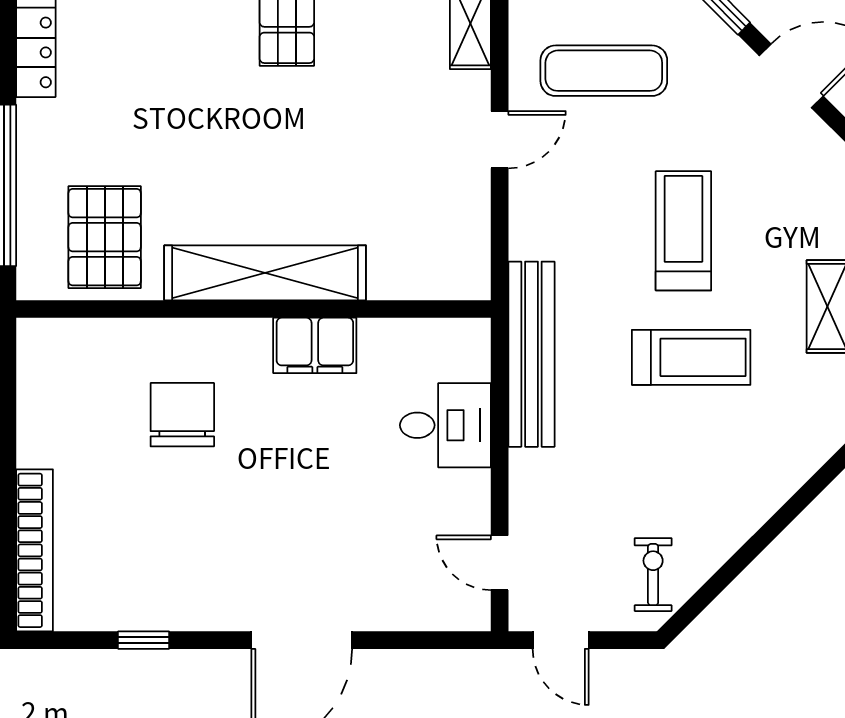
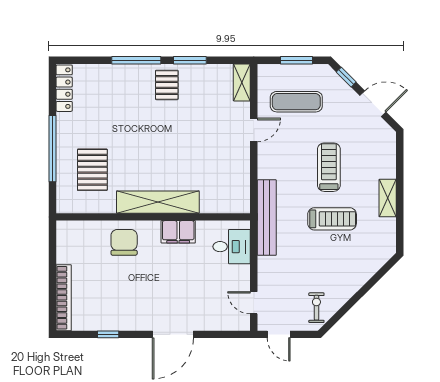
shelving: (265, 273) -> (158, 202), moved
wall: (254, 309) -> (153, 217), moved
filing cabinet: (315, 345) -> (178, 232), moved

